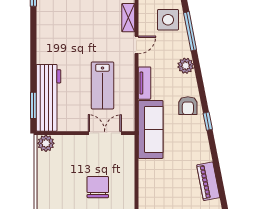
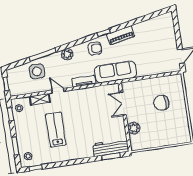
lab bench: (103, 85) -> (56, 130), moved, turned -90
workbench: (49, 98) -> (111, 148), width x0.73, depth x0.76
plant: (46, 143) -> (134, 128), moved
piano: (208, 181) -> (121, 35), moved

